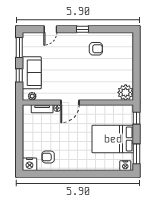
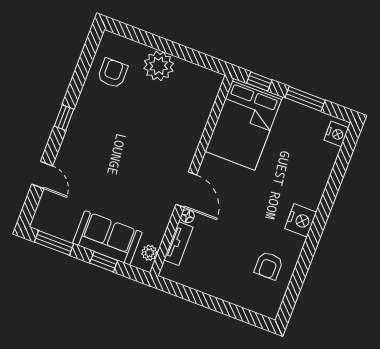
armchair: (96, 49) -> (113, 73), moved
plant: (126, 92) -> (159, 66), moved
bed: (113, 139) -> (244, 124), moved
window: (137, 154) -> (305, 99), moved
nightstand: (29, 164) -> (301, 220), moved

